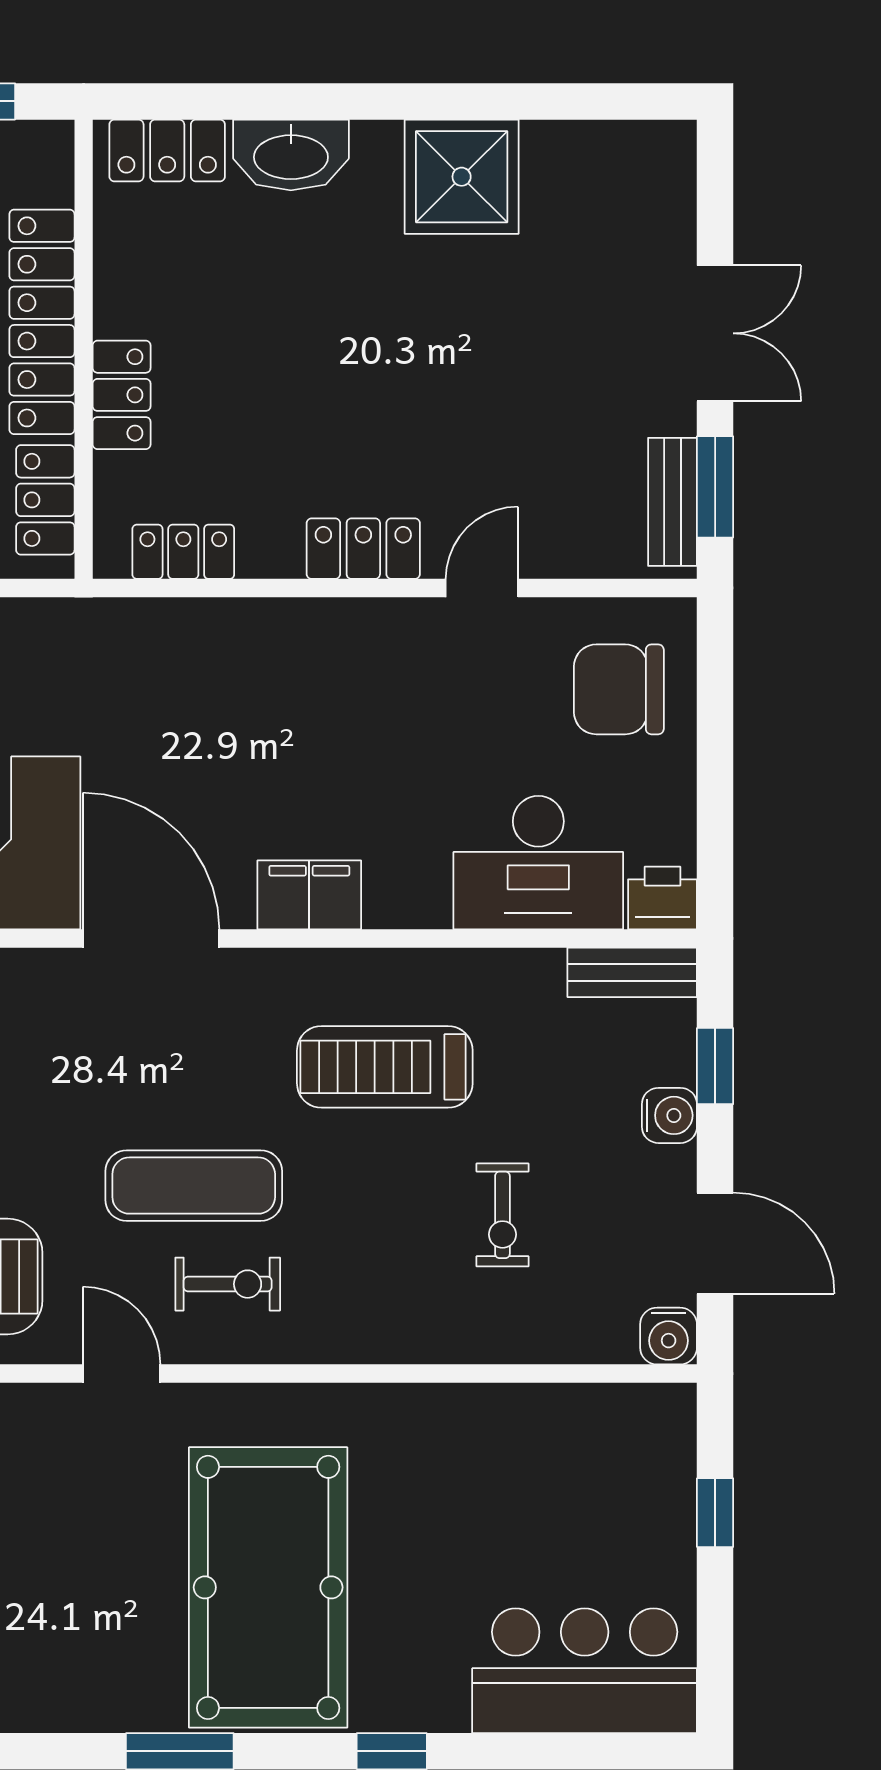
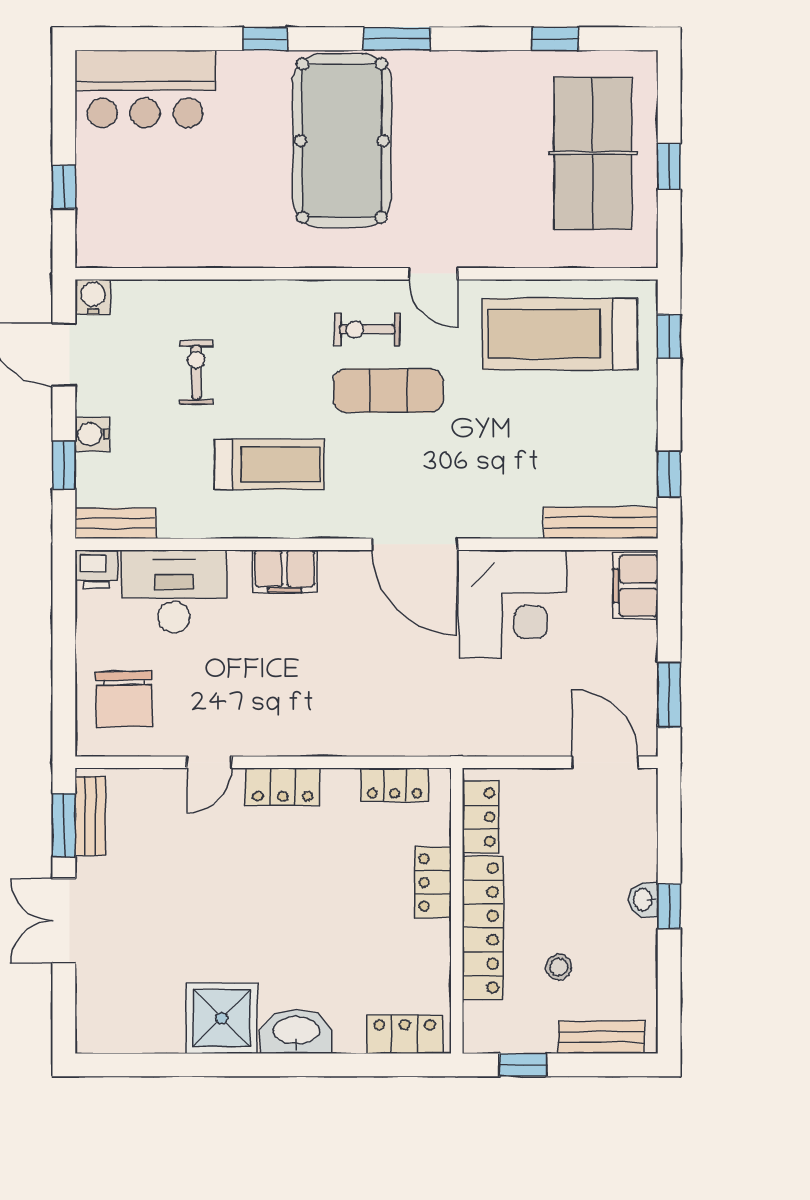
washbasin: (291, 155) -> (296, 1032), moved
chair: (619, 689) -> (124, 699), turned 89
filing cabinet: (309, 895) -> (285, 571), moved

